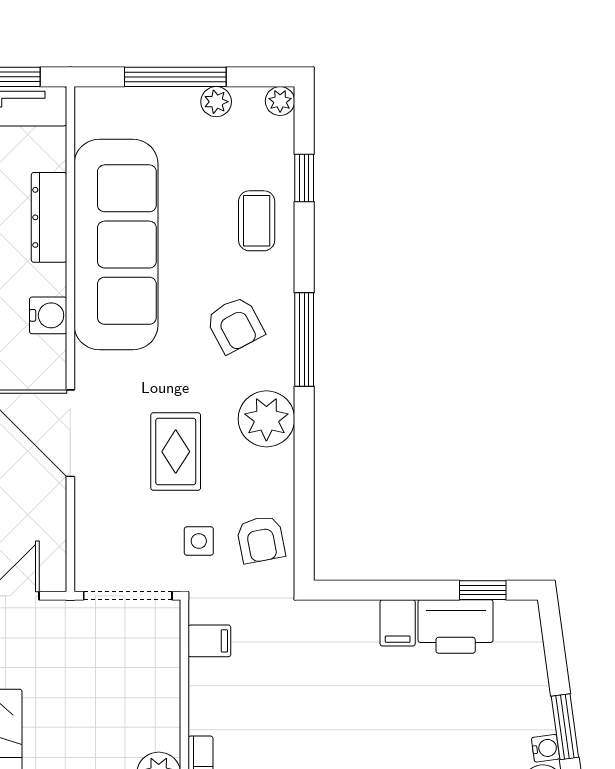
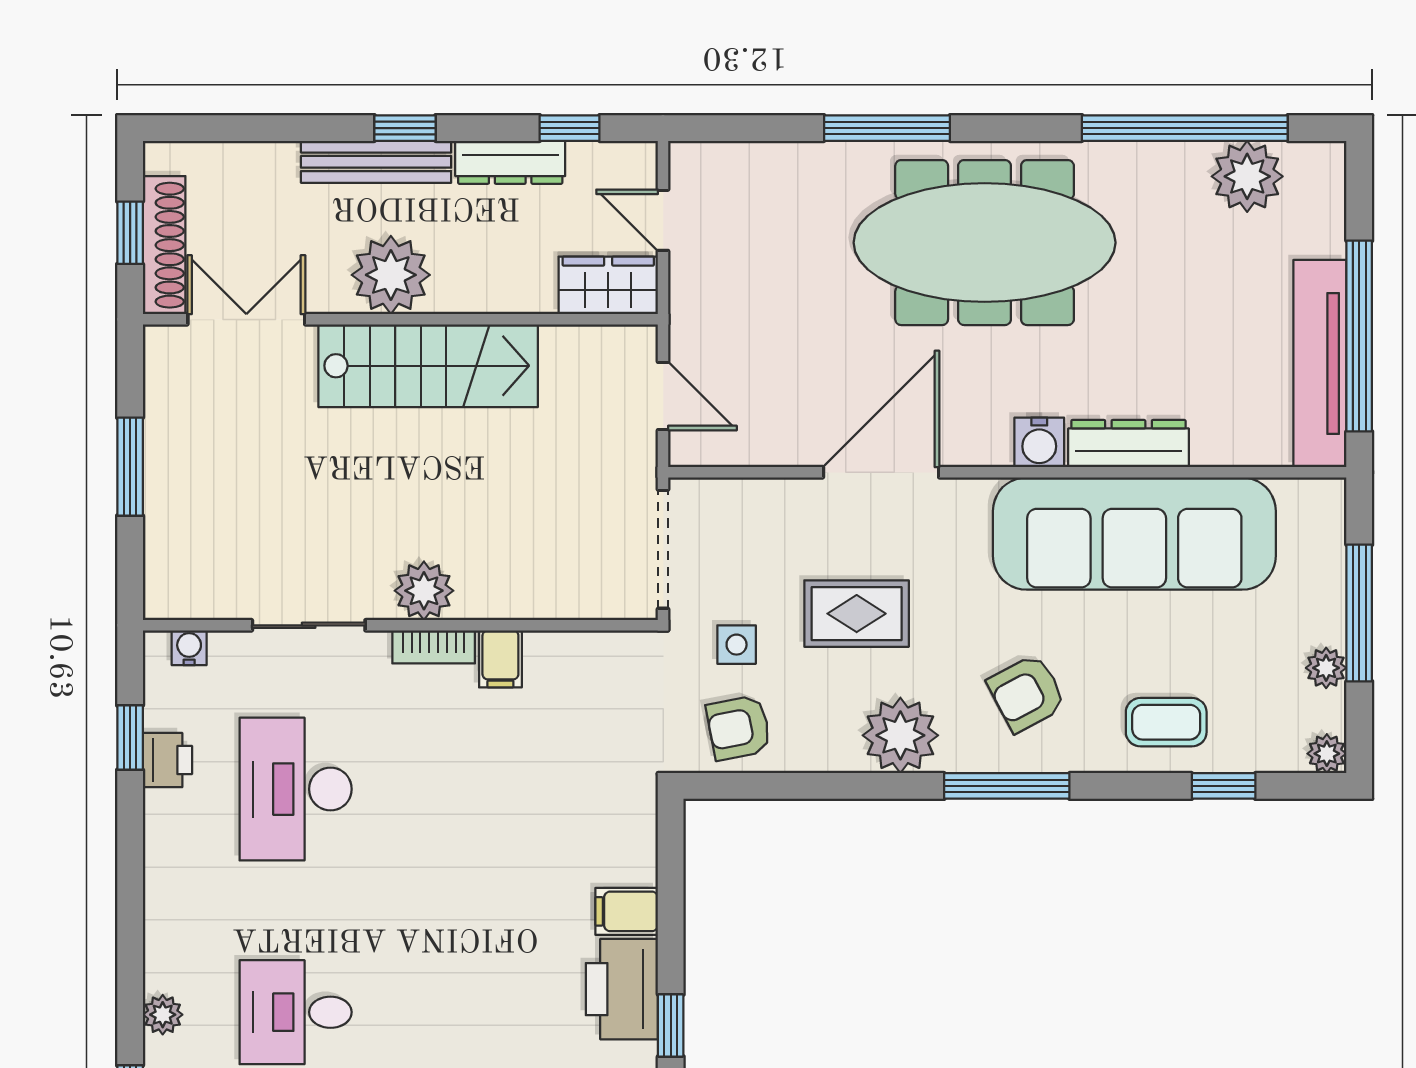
dresser: (49, 217) -> (1128, 444), moved
filing cabinet: (209, 641) -> (500, 659), moved

